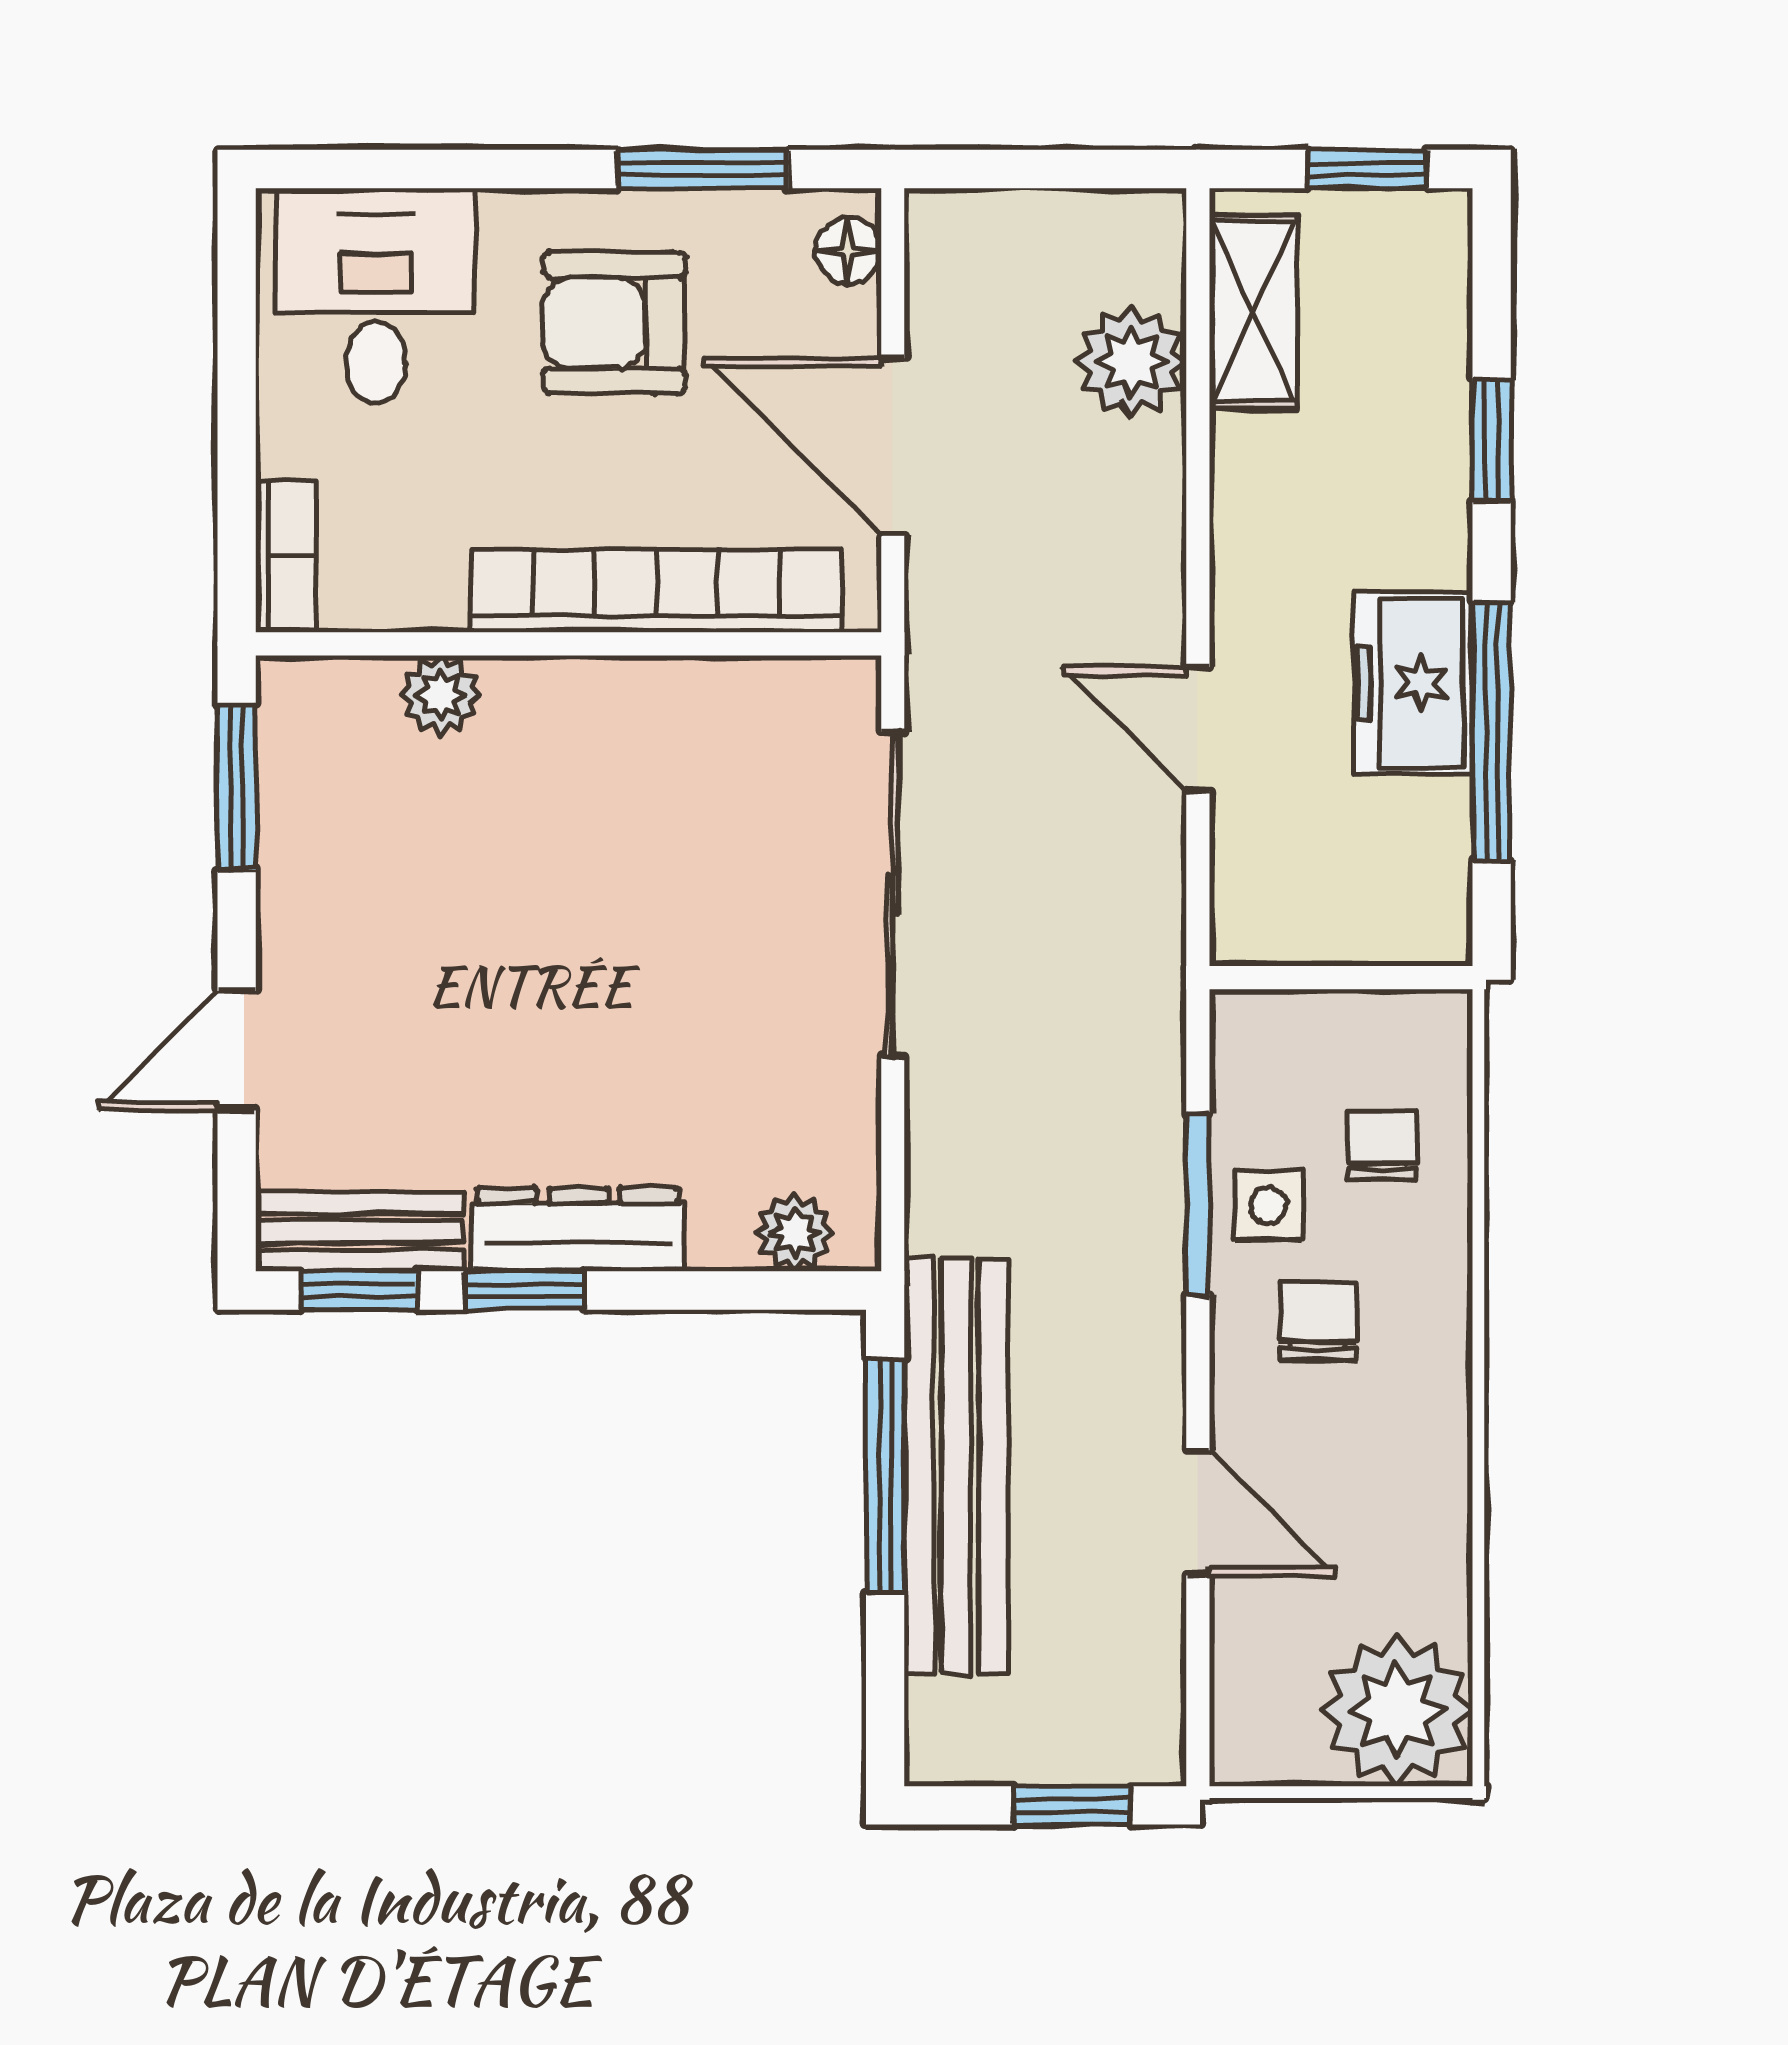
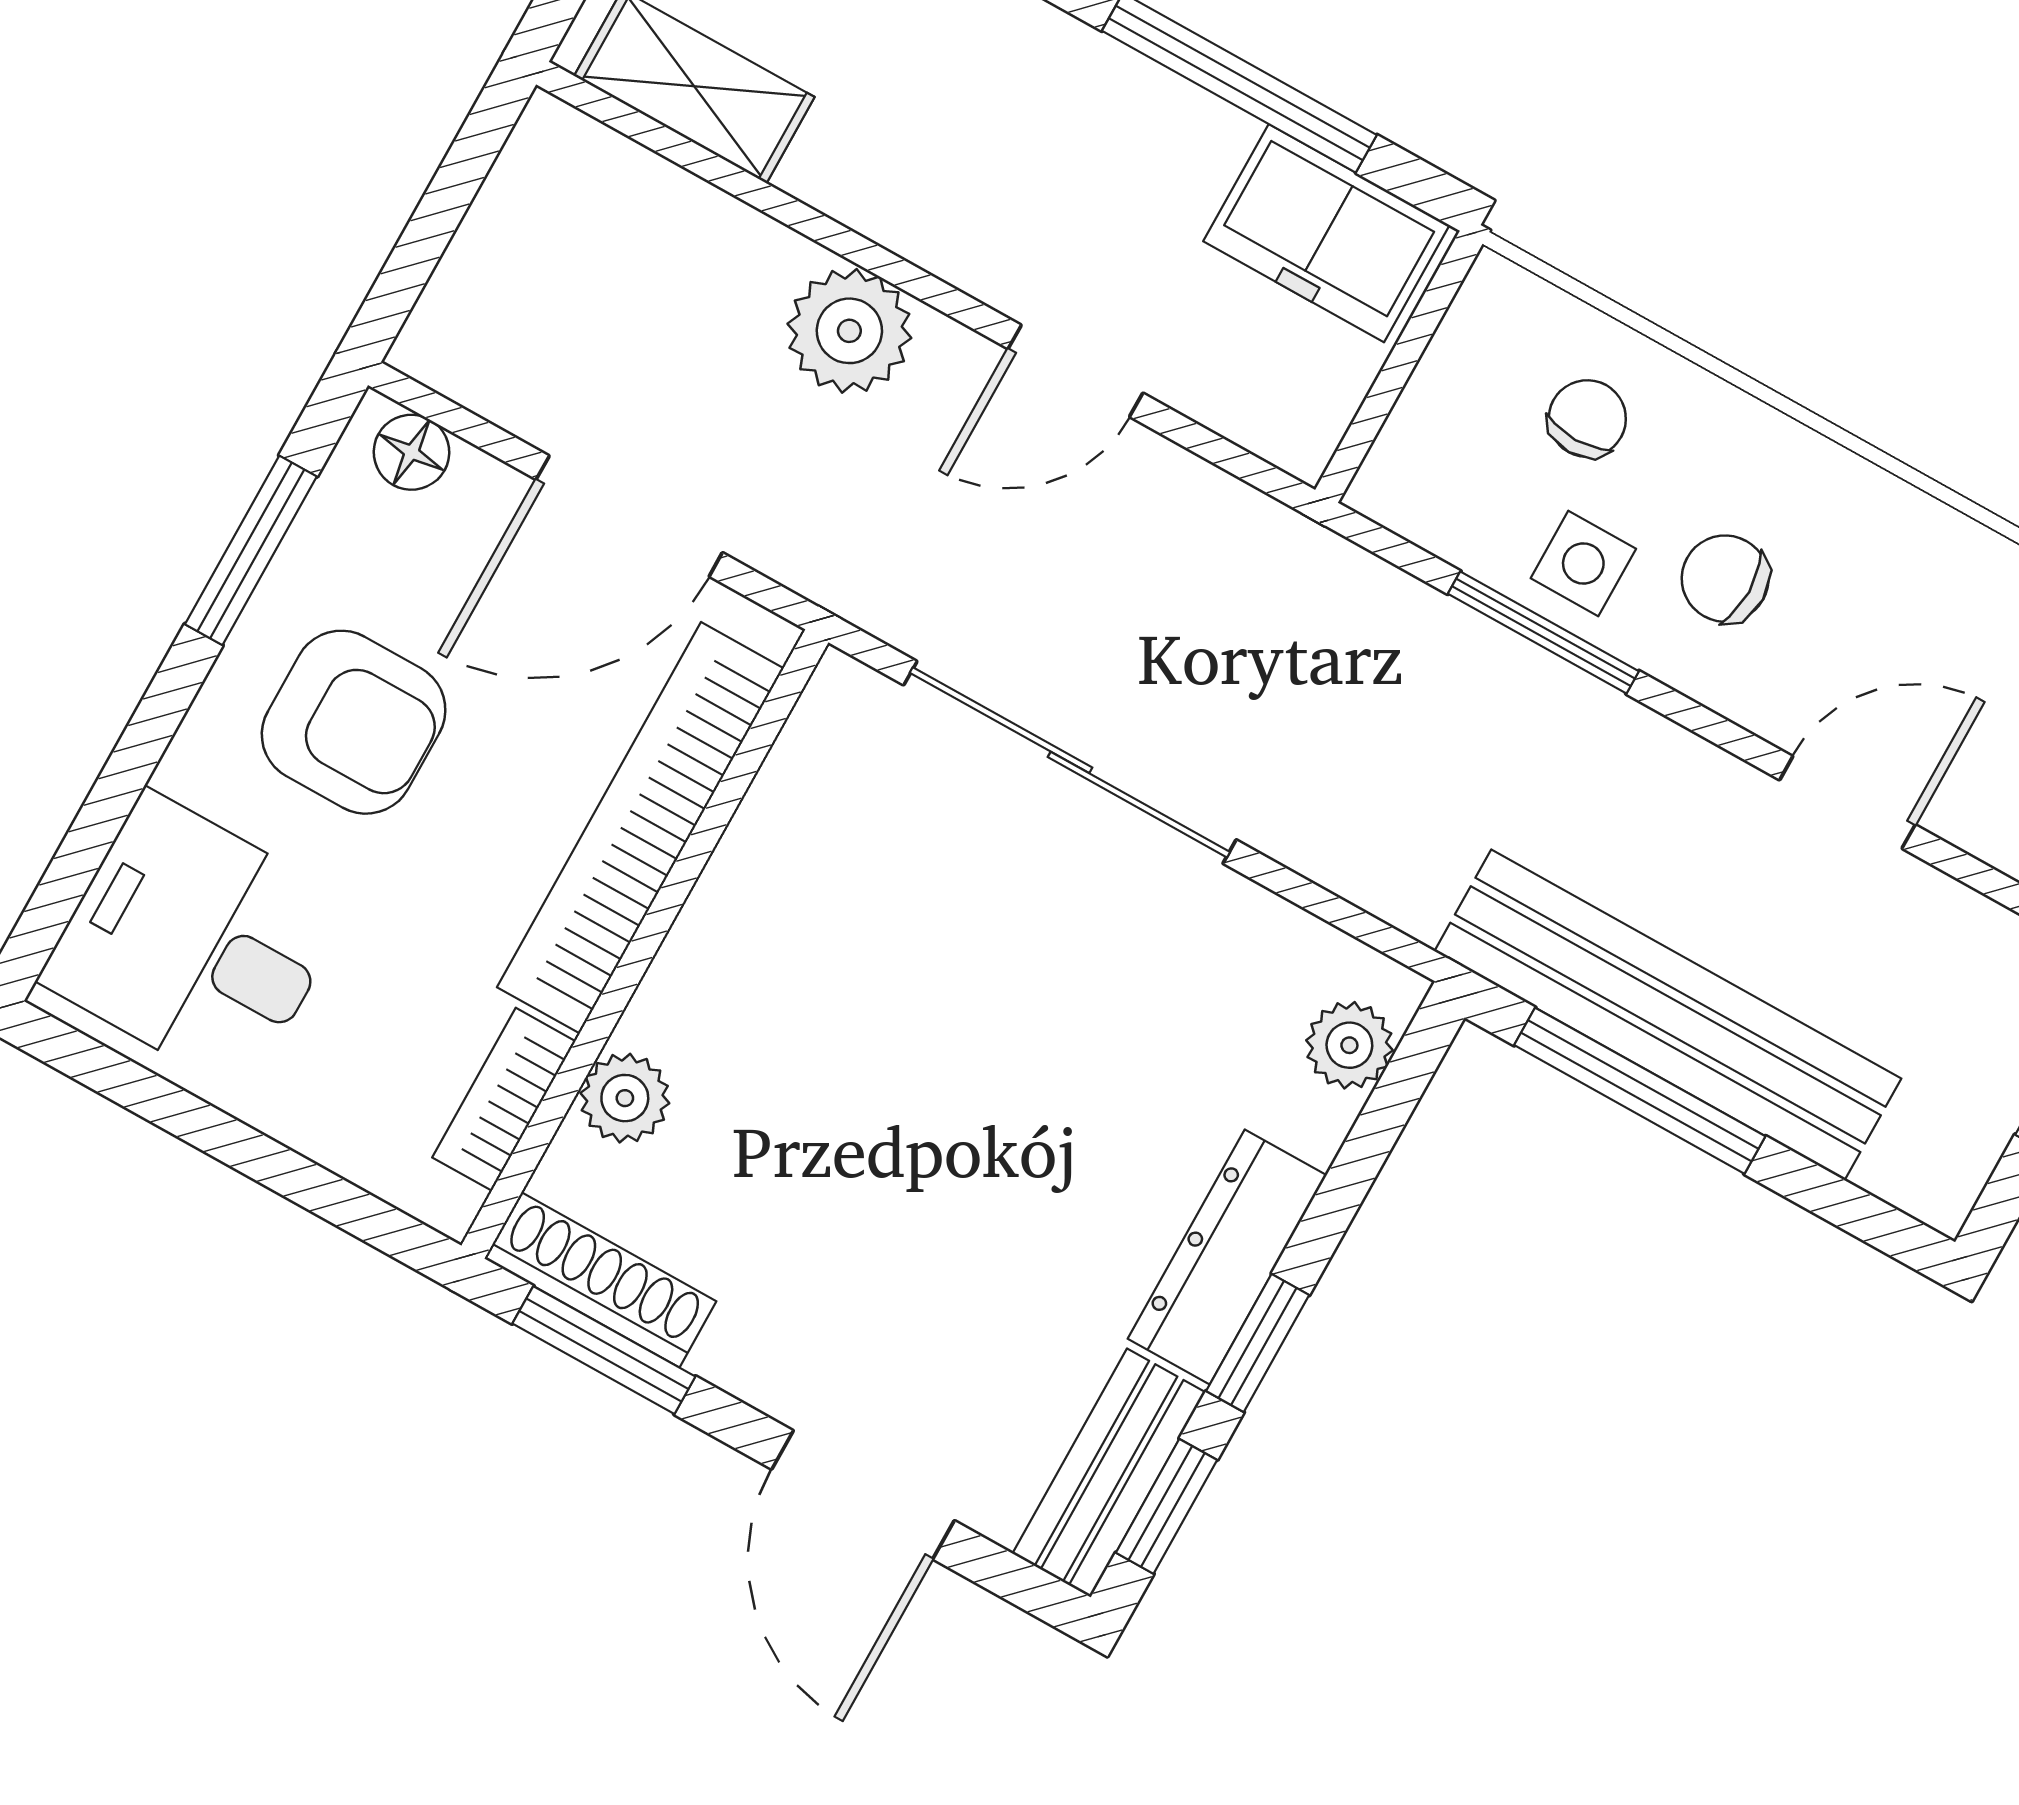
armchair: (614, 323) -> (354, 722), turned -90
plant: (1131, 362) -> (849, 331), moved
bookcase: (286, 556) -> (504, 1099), moved, turned -90
freezer: (1413, 683) -> (1326, 233), moved
shoe rack: (289, 754) -> (600, 1280), added
door: (237, 1051) -> (863, 1495), width x1.38
chair: (1382, 1146) -> (1587, 419), turned 90

